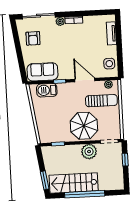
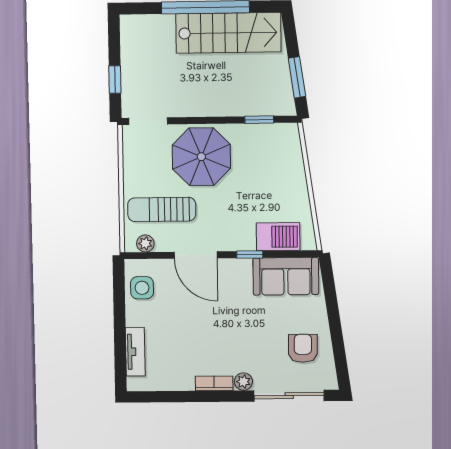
plant: (89, 152) -> (192, 100), removed
window: (45, 180) -> (297, 77), moved

